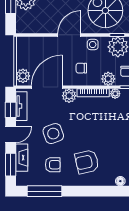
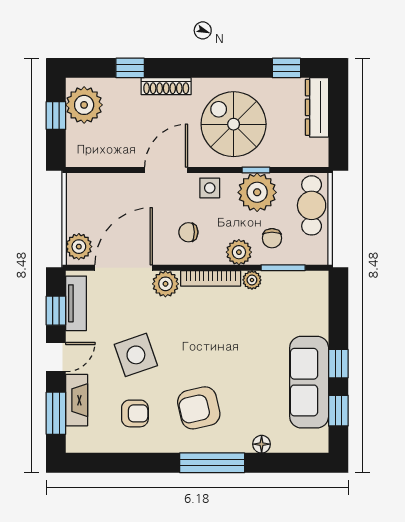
window: (45, 191) -> (212, 463), moved

